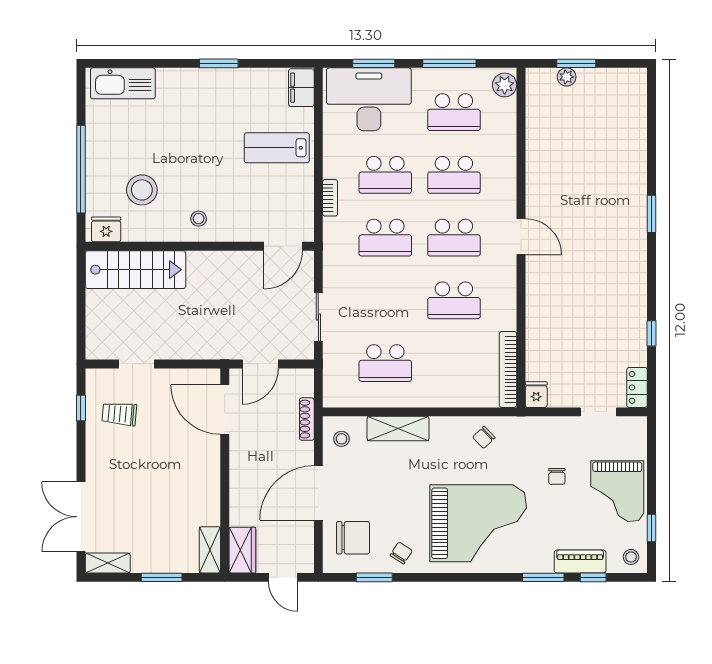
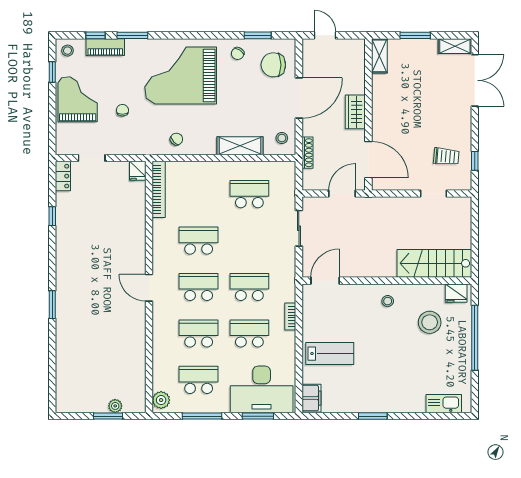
kitchen sink: (123, 83) -> (444, 404), width x0.73, depth x0.81
wardrobe: (242, 550) -> (355, 112), moved

